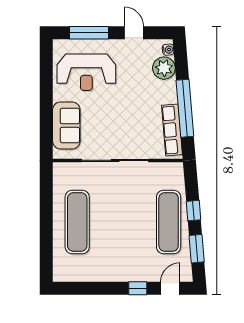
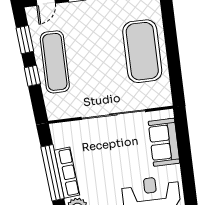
row of seats: (172, 130) -> (67, 173), moved
exercise mat: (77, 222) -> (142, 51), width x1.47

